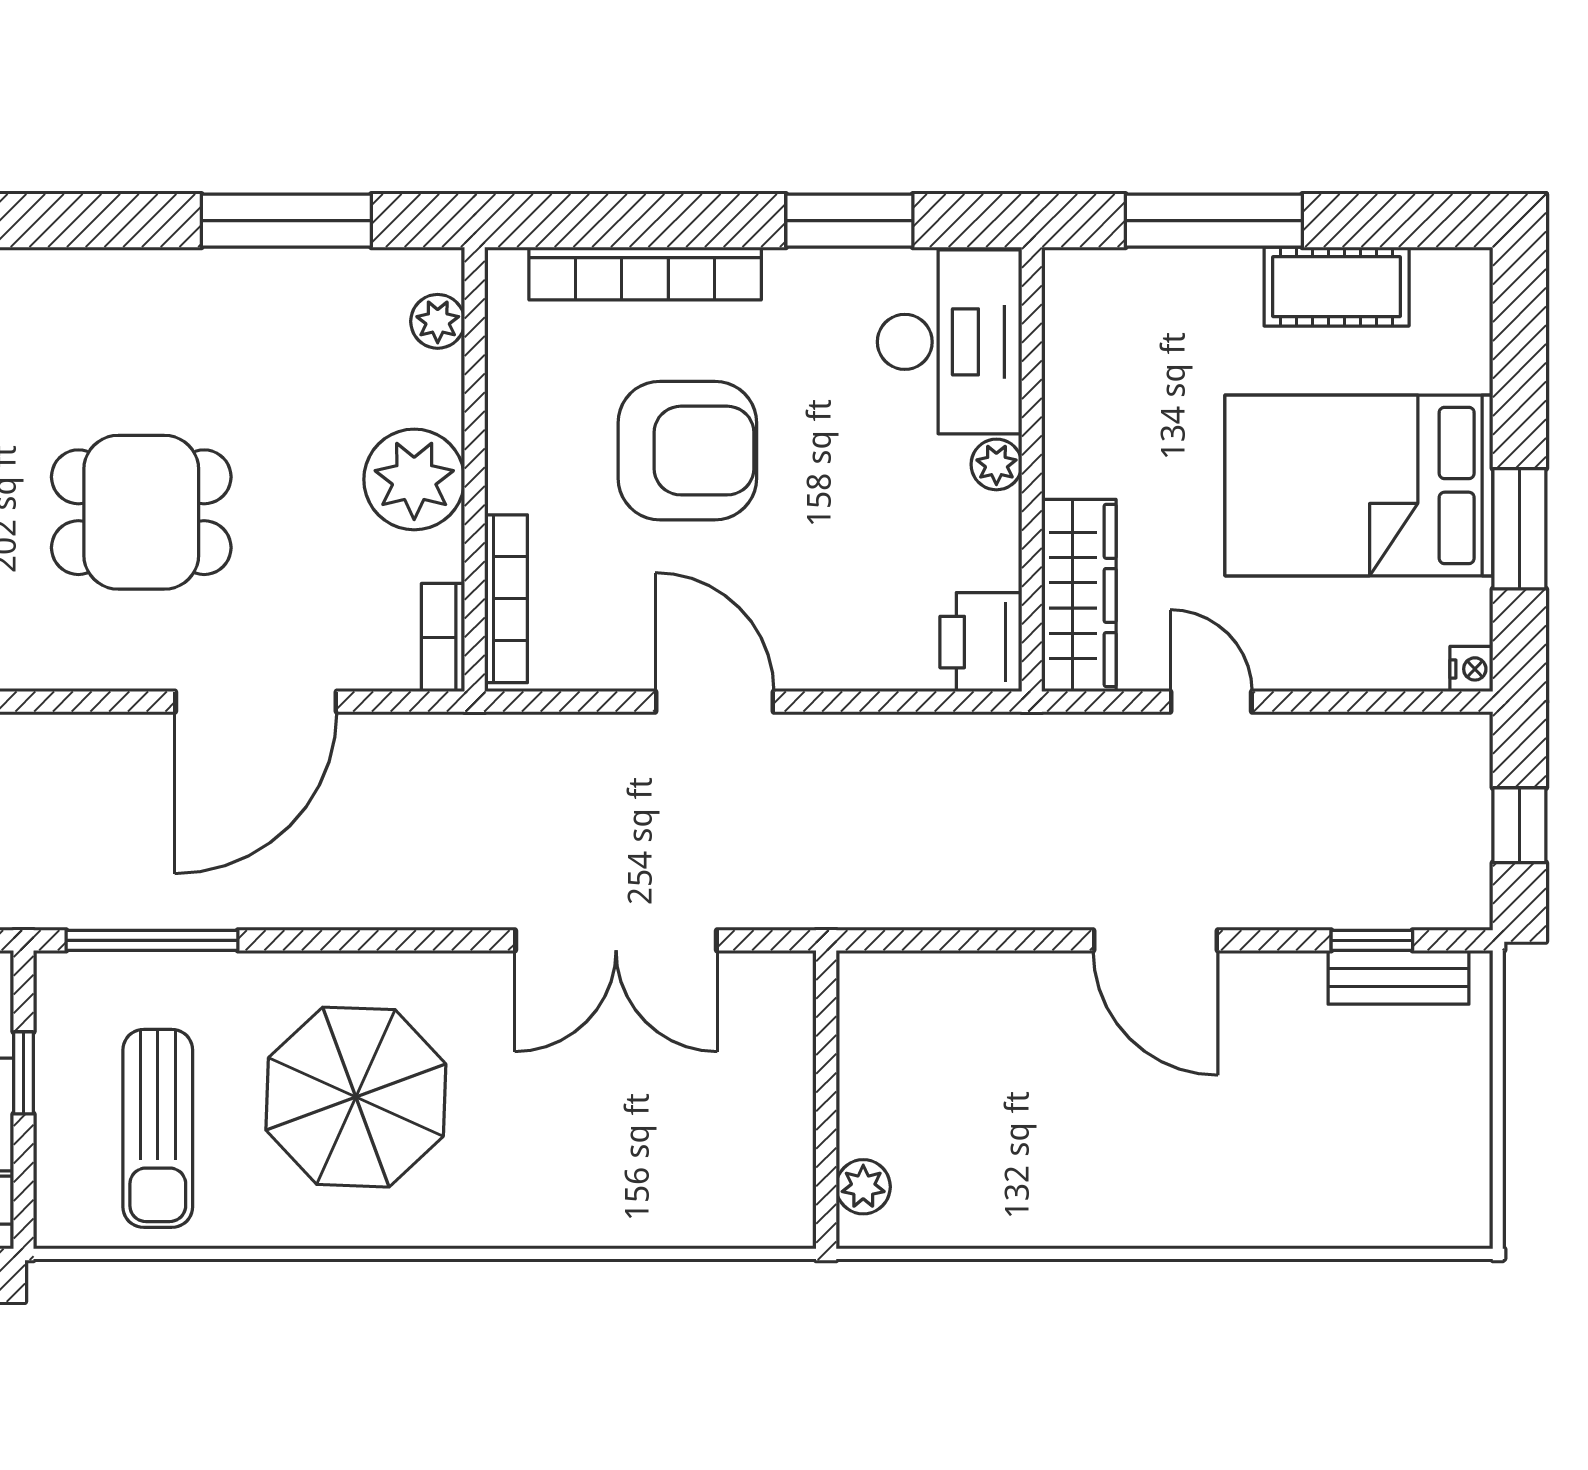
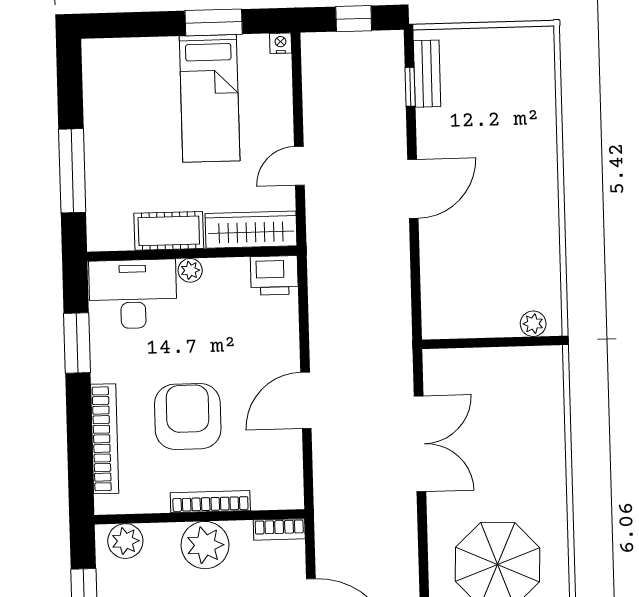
cot: (1337, 287) -> (169, 231), moved, turned 90
plant: (438, 321) -> (125, 541), width x1.38, depth x1.38
bed: (1359, 485) -> (210, 98), width x0.67
bookcase: (506, 599) -> (210, 502), moved

